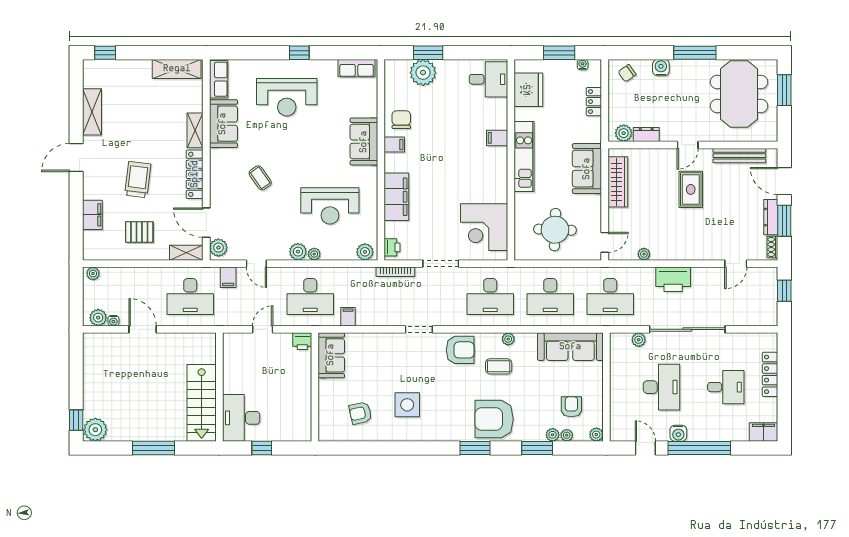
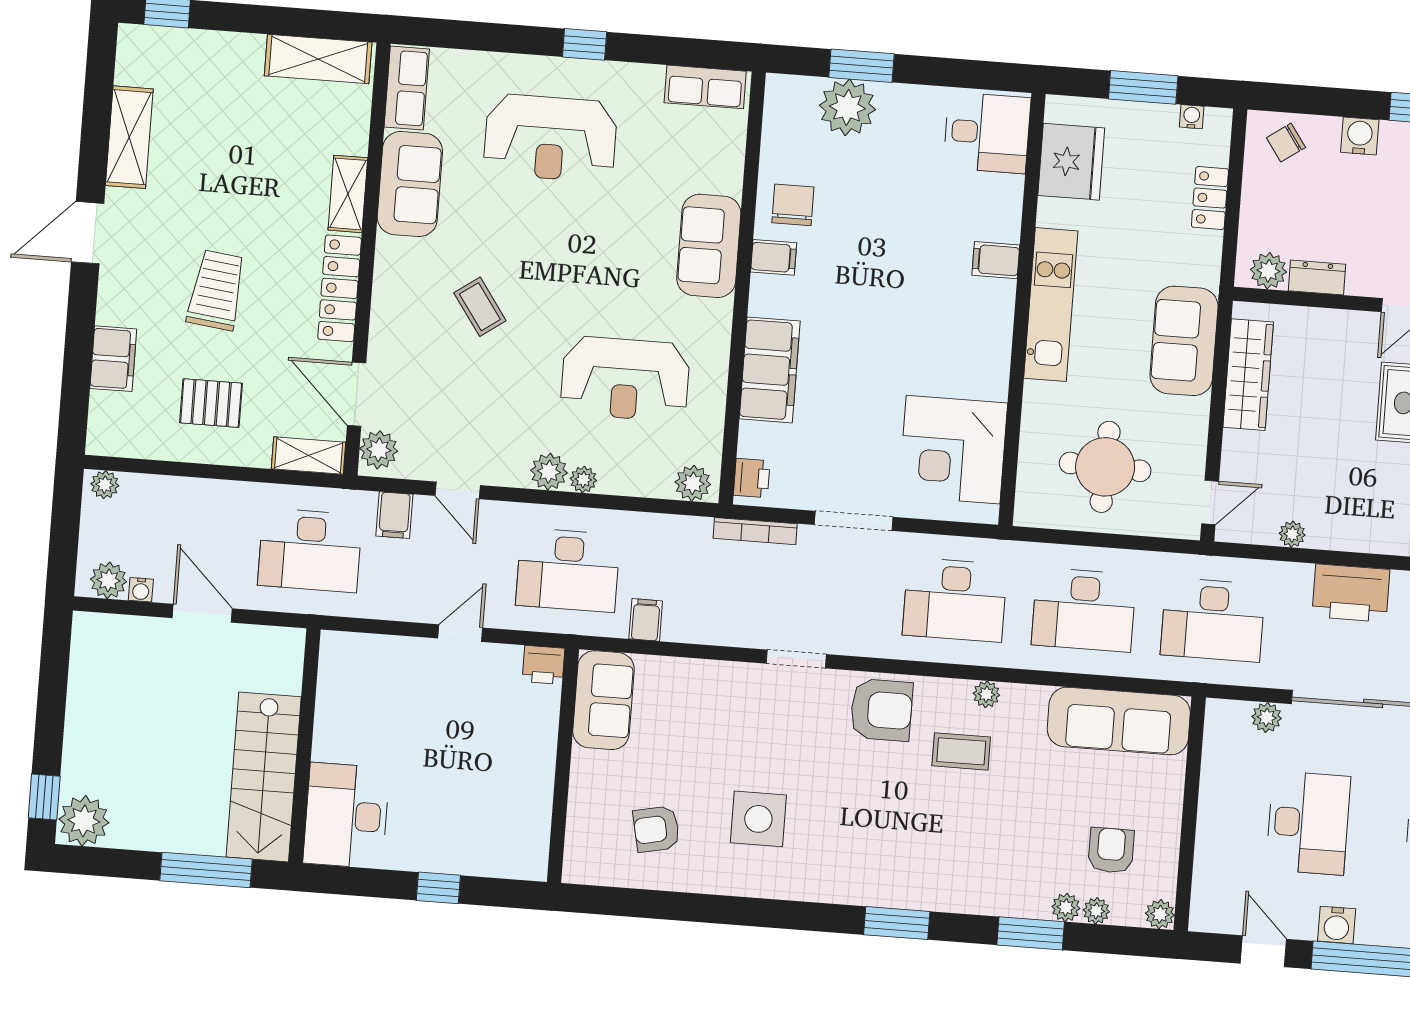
wall: (219, 387) -> (305, 746), moved
stairs: (202, 403) -> (264, 777), moved
desk: (241, 418) -> (346, 816), moved
armchair: (494, 419) -> (943, 864), removed

